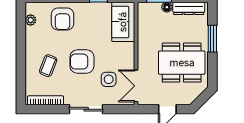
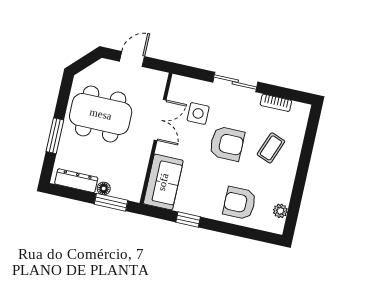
armchair: (63, 19) -> (239, 203), turned -90
double door: (136, 86) -> (160, 120), moved
bookcase: (46, 100) -> (276, 103), width x0.64

